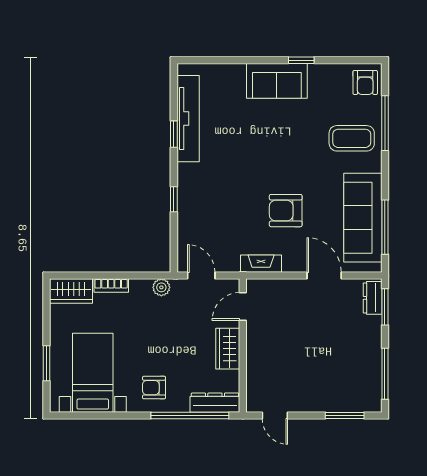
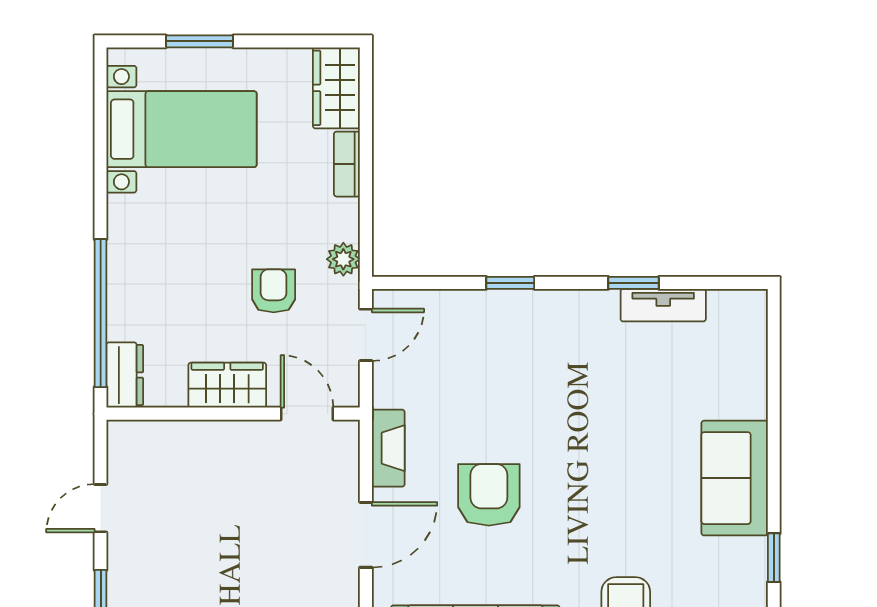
window: (301, 60) -> (774, 558), moved
tv unit: (188, 119) -> (663, 305), width x0.52, depth x0.78
door: (324, 275) -> (366, 535), moved
armchair: (154, 388) -> (274, 291), moved
dresser: (215, 403) -> (125, 375), width x0.70
door: (275, 415) -> (101, 508), moved

